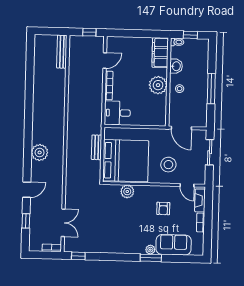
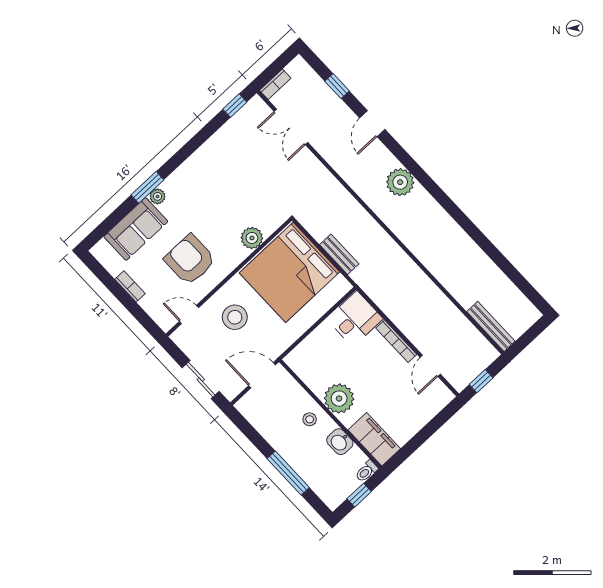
window: (211, 89) -> (288, 473), moved
fireplace: (200, 200) -> (156, 312), removed
armchair: (163, 208) -> (190, 260), width x1.88, depth x1.88

